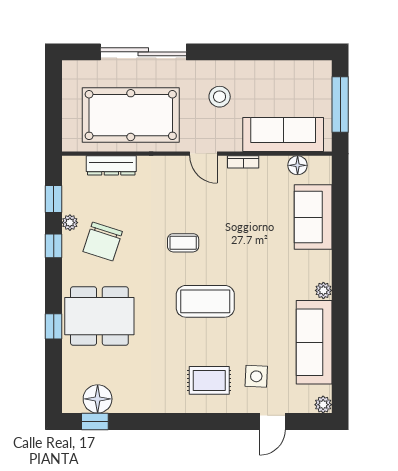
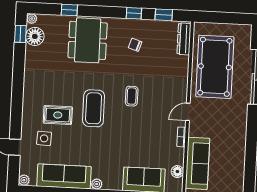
stool: (220, 97) -> (224, 124), removed
dresser: (111, 165) -> (184, 39), moved
plant: (70, 223) -> (32, 19), moved
chair: (103, 241) -> (135, 45), width x0.54, depth x0.54
window: (54, 326) -> (69, 10), moved
rug: (209, 380) -> (58, 115), moved, turned 90

